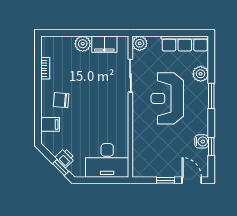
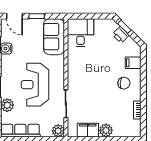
reception desk: (167, 98) -> (35, 85), turned 180
sofa: (145, 156) -> (54, 37), added
desk: (107, 160) -> (80, 33), width x0.73

